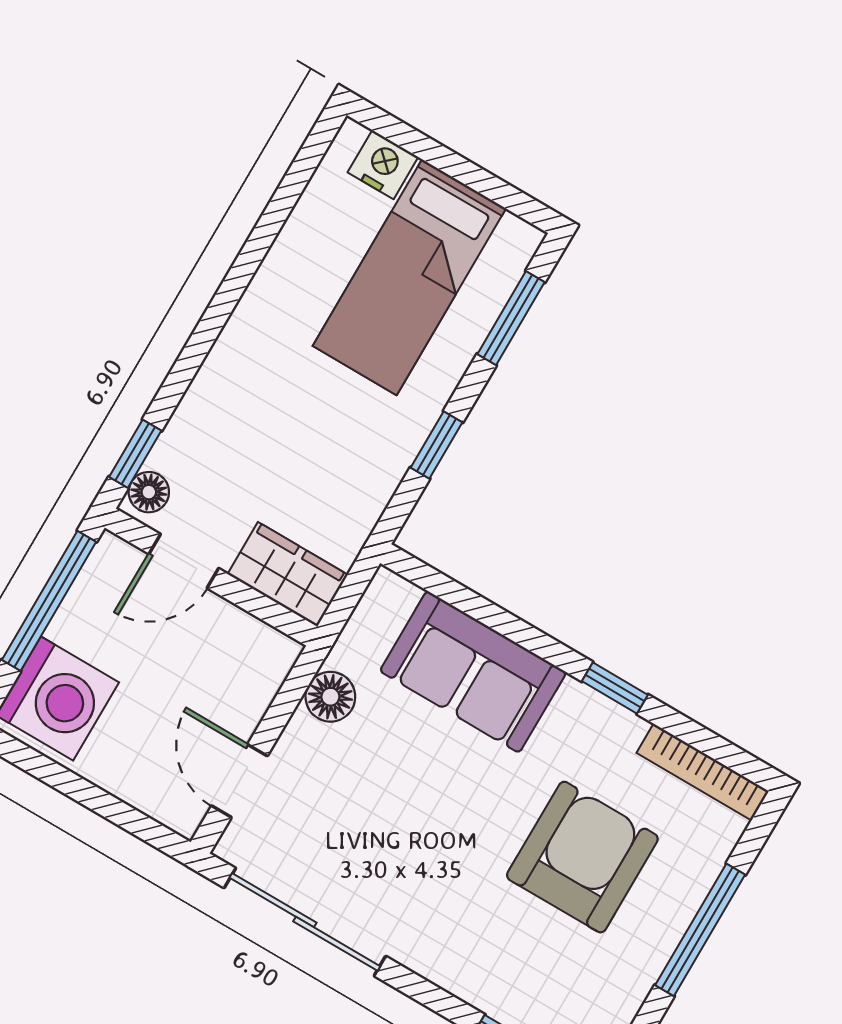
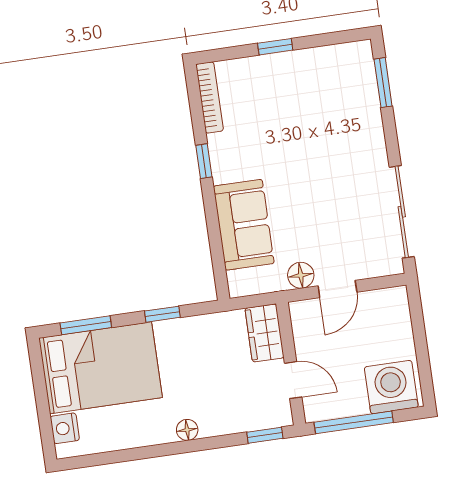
bed: (409, 277) -> (101, 368), width x1.50
floor lamp: (149, 492) -> (187, 430), moved
door: (240, 781) -> (337, 289), moved
armchair: (582, 857) -> (284, 119), removed
window: (700, 930) -> (275, 47), width x0.46

